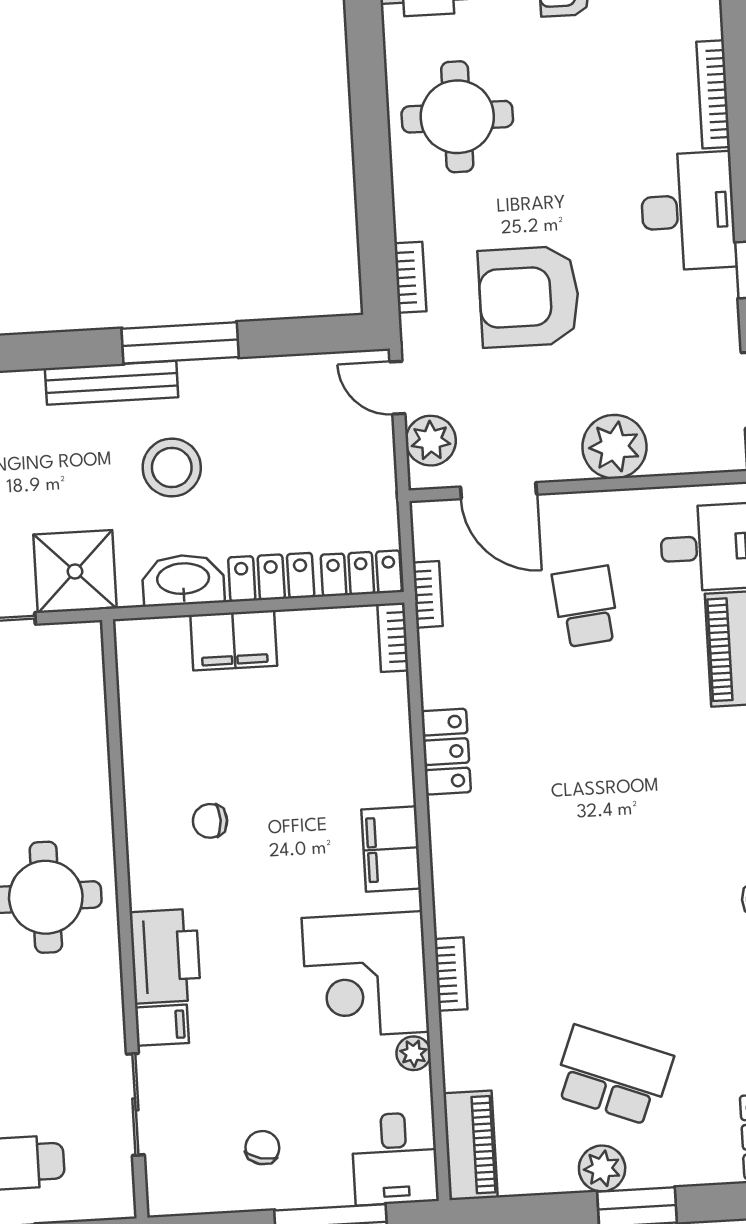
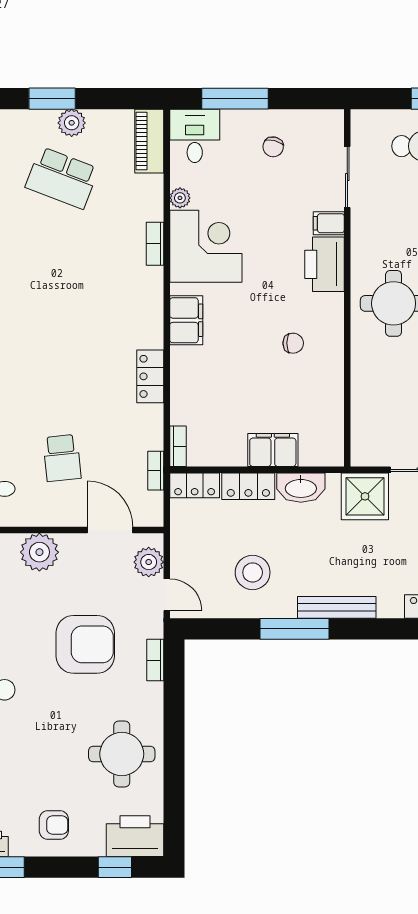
stool: (172, 468) -> (253, 572), moved

